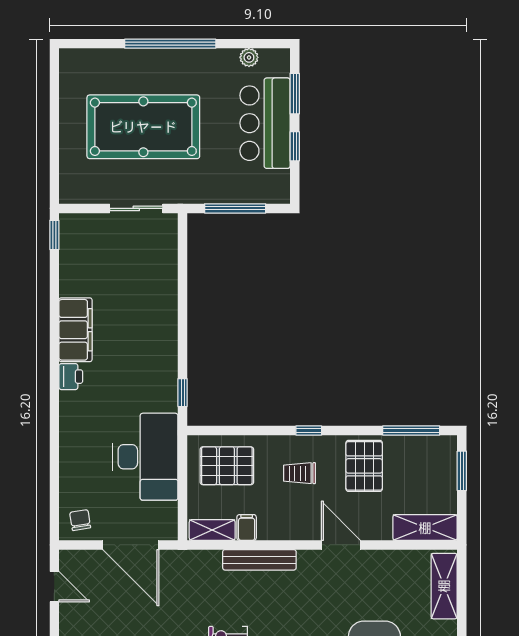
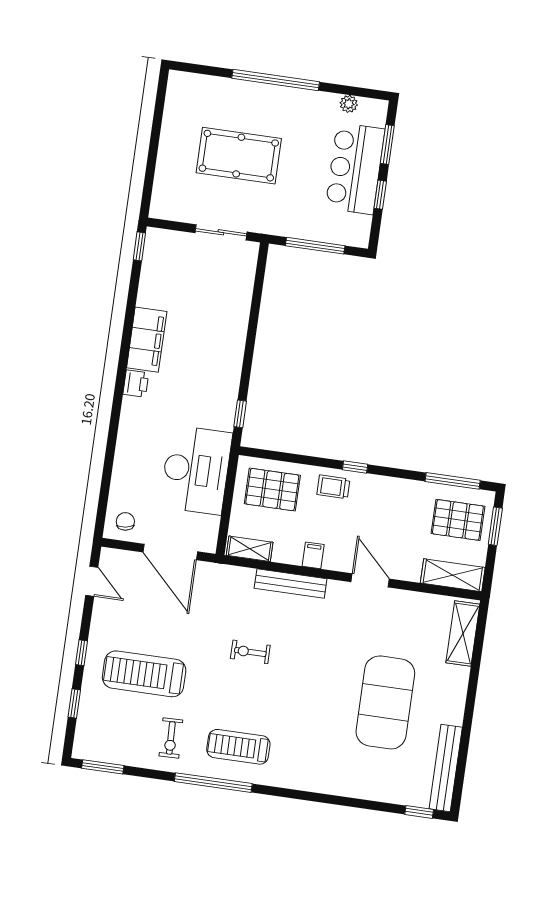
pool table: (143, 127) -> (239, 156), width x0.73, depth x0.76
pallet: (364, 466) -> (458, 520), moved, turned 90
trolley: (300, 473) -> (333, 487), moved
filing cabinet: (247, 527) -> (313, 555), moved

